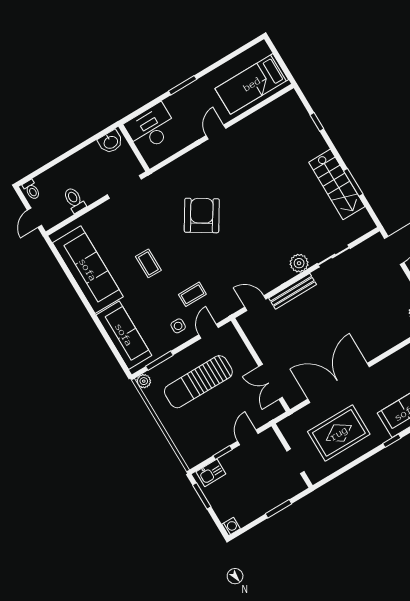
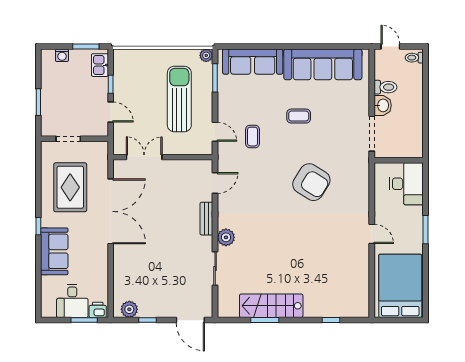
bed: (252, 84) -> (400, 286), width x1.50
washbasin: (111, 142) -> (383, 105), moved, turned 180
bench: (293, 291) -> (206, 219), width x0.73
side table: (178, 326) -> (234, 110), removed
washing machine: (231, 526) -> (62, 55), moved

